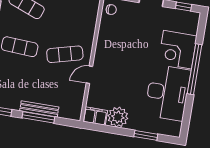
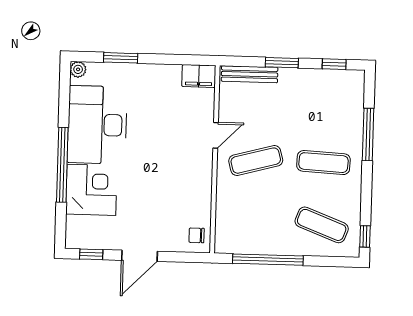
bench: (39, 109) -> (250, 74), moved
window: (38, 117) -> (282, 63), width x0.69
plant: (118, 117) -> (78, 69), moved, width x0.53, depth x0.53

